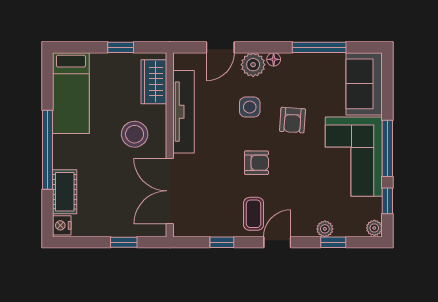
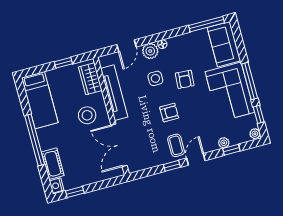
window: (319, 47) -> (207, 24), moved
window: (124, 242) -> (75, 192), moved
window: (222, 242) -> (172, 166), moved

